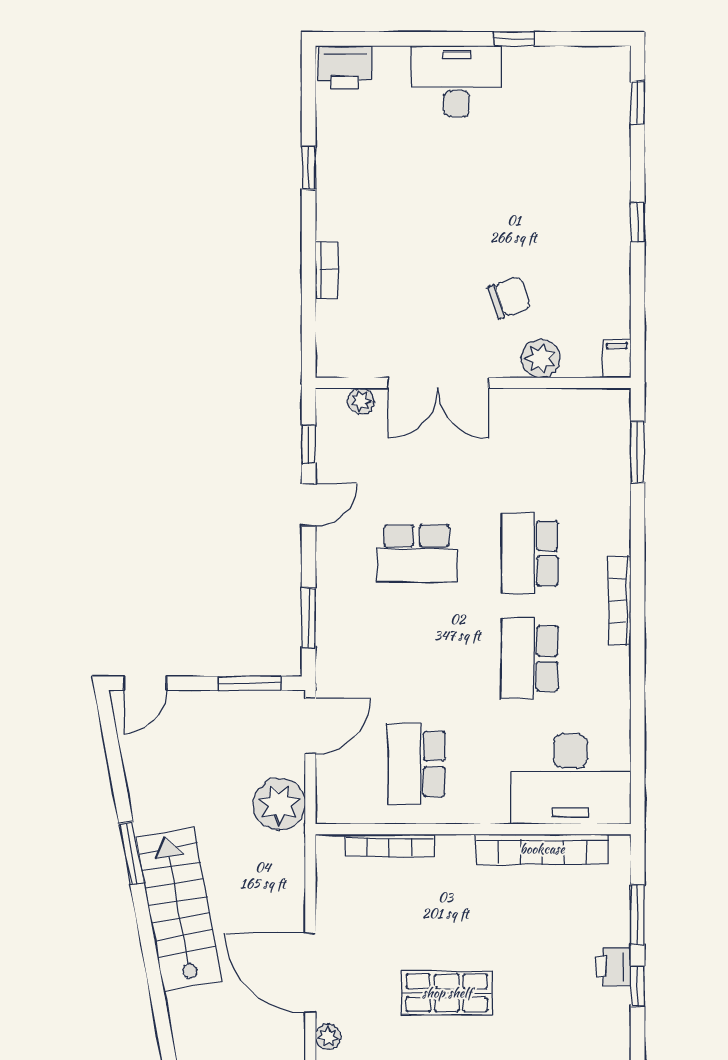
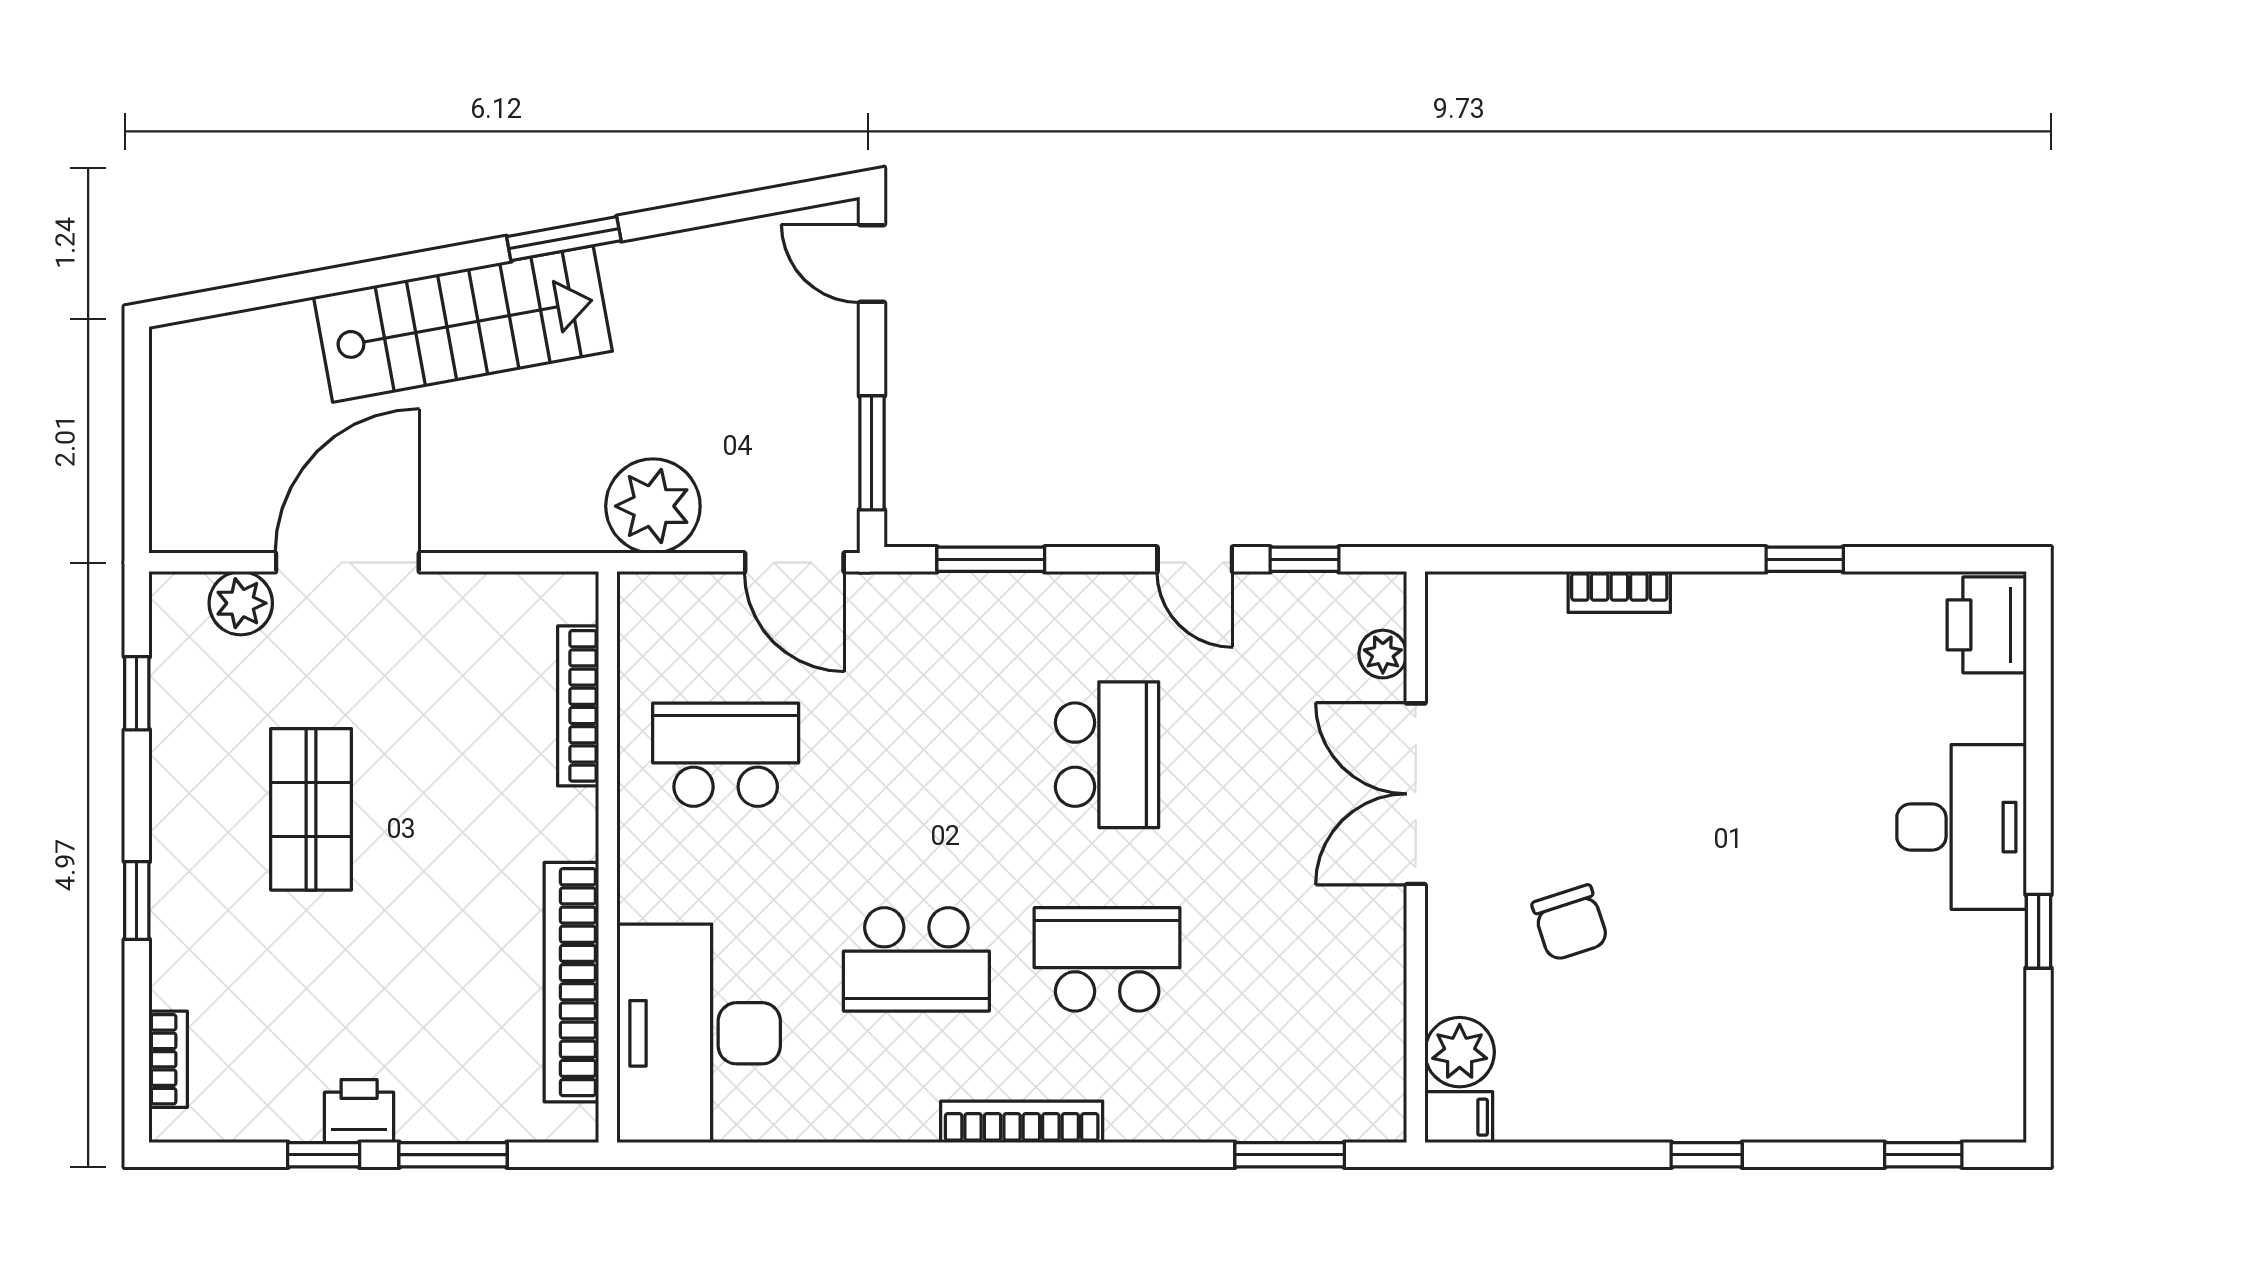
plant: (541, 359) -> (1460, 1052), moved
school desk: (417, 553) -> (1107, 755), turned 180
school desk: (530, 659) -> (916, 959), turned 180
plant: (328, 1037) -> (241, 603), width x1.38, depth x1.38

